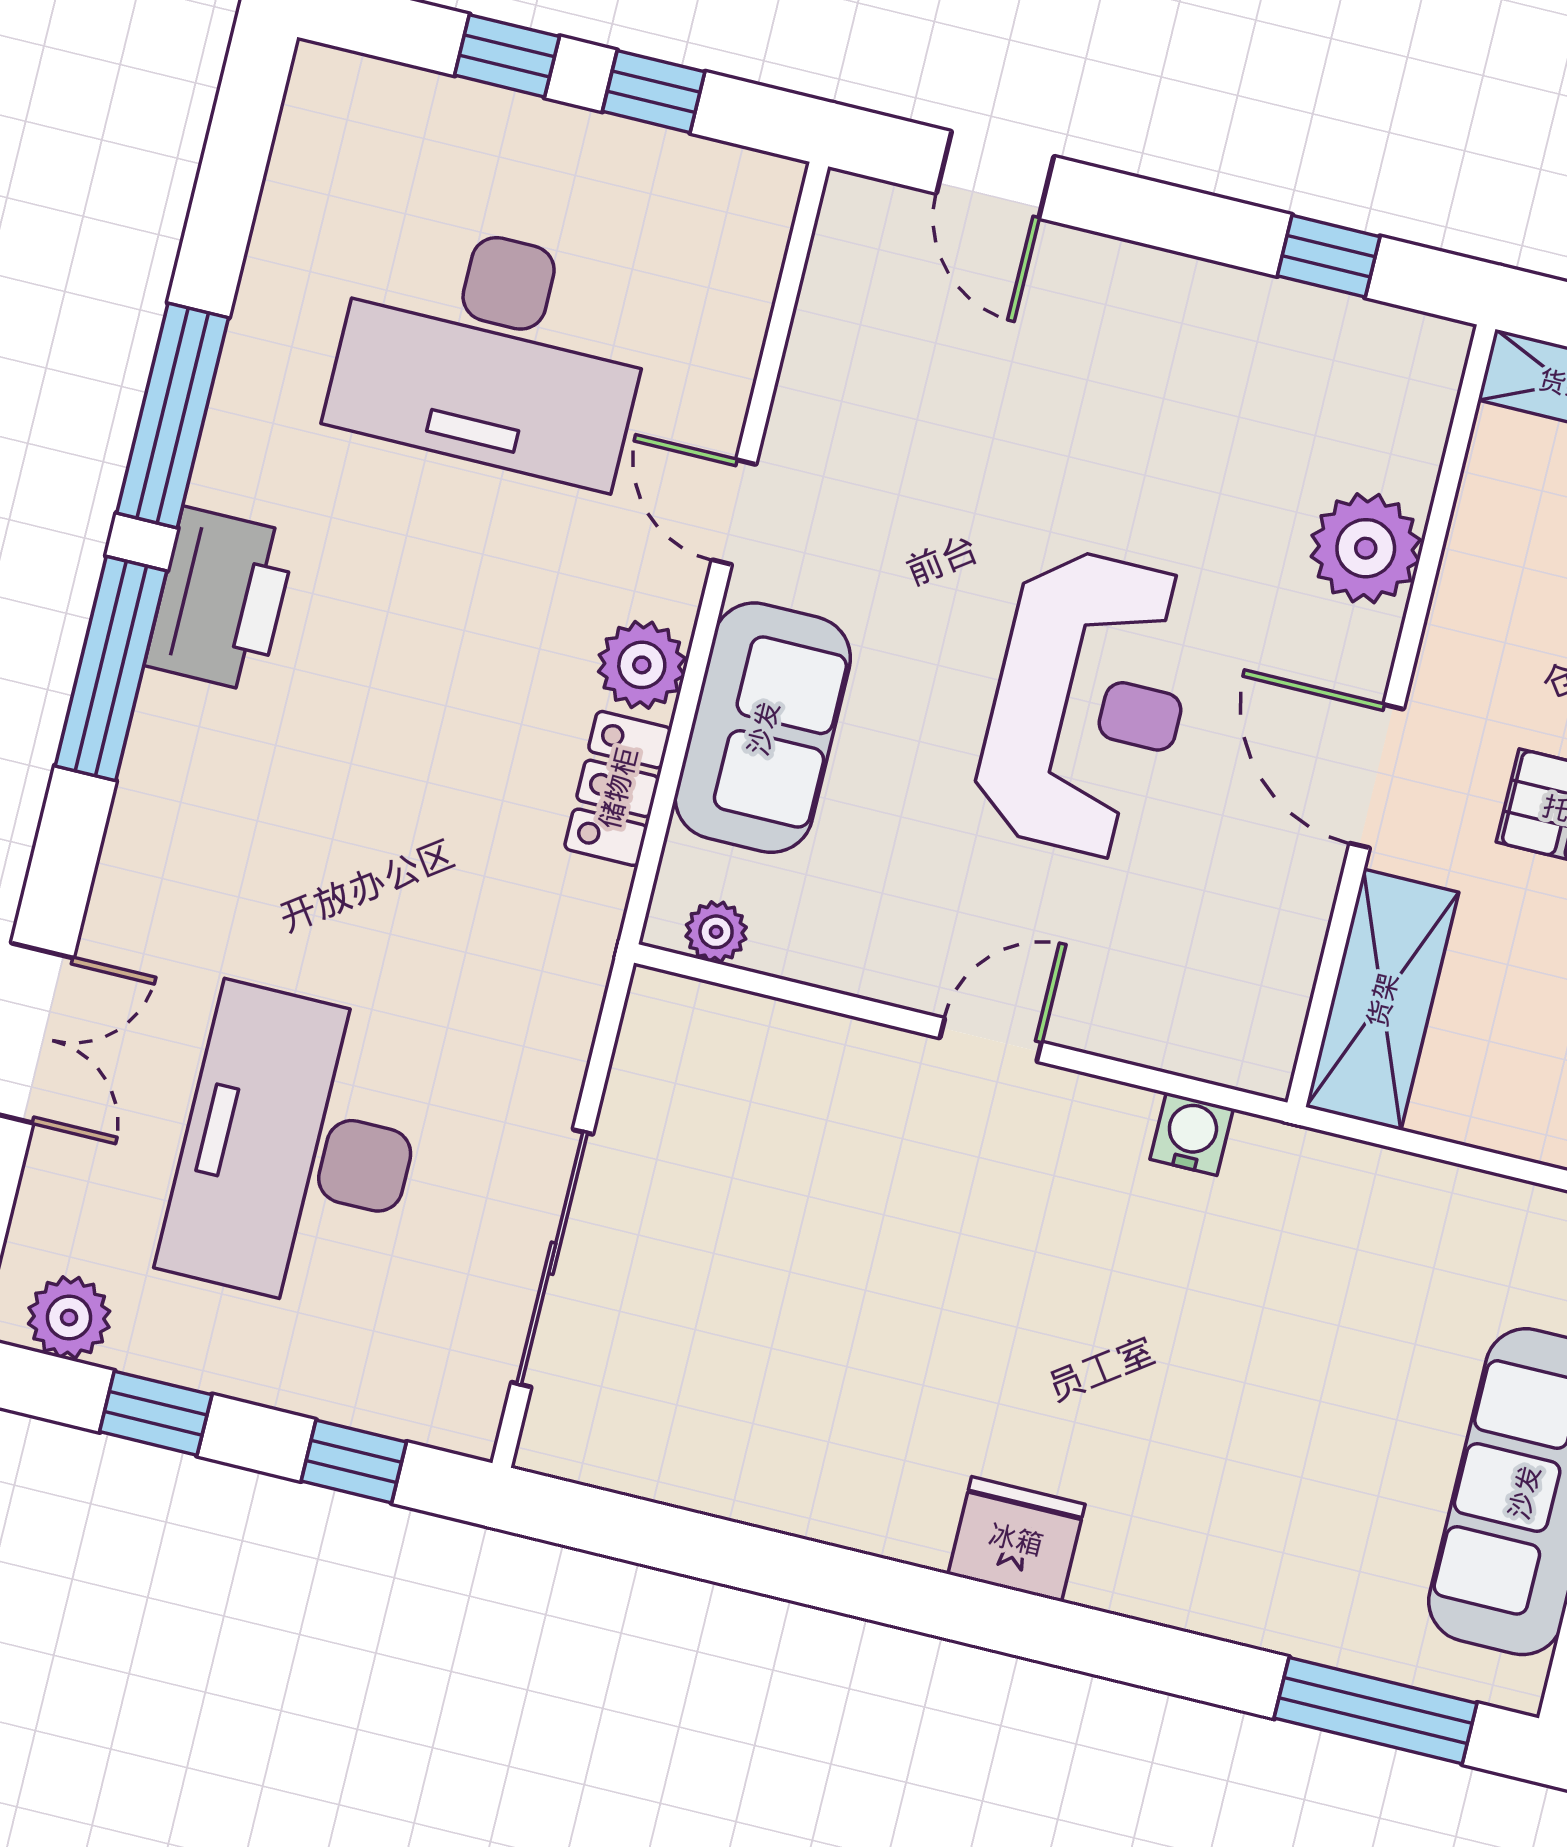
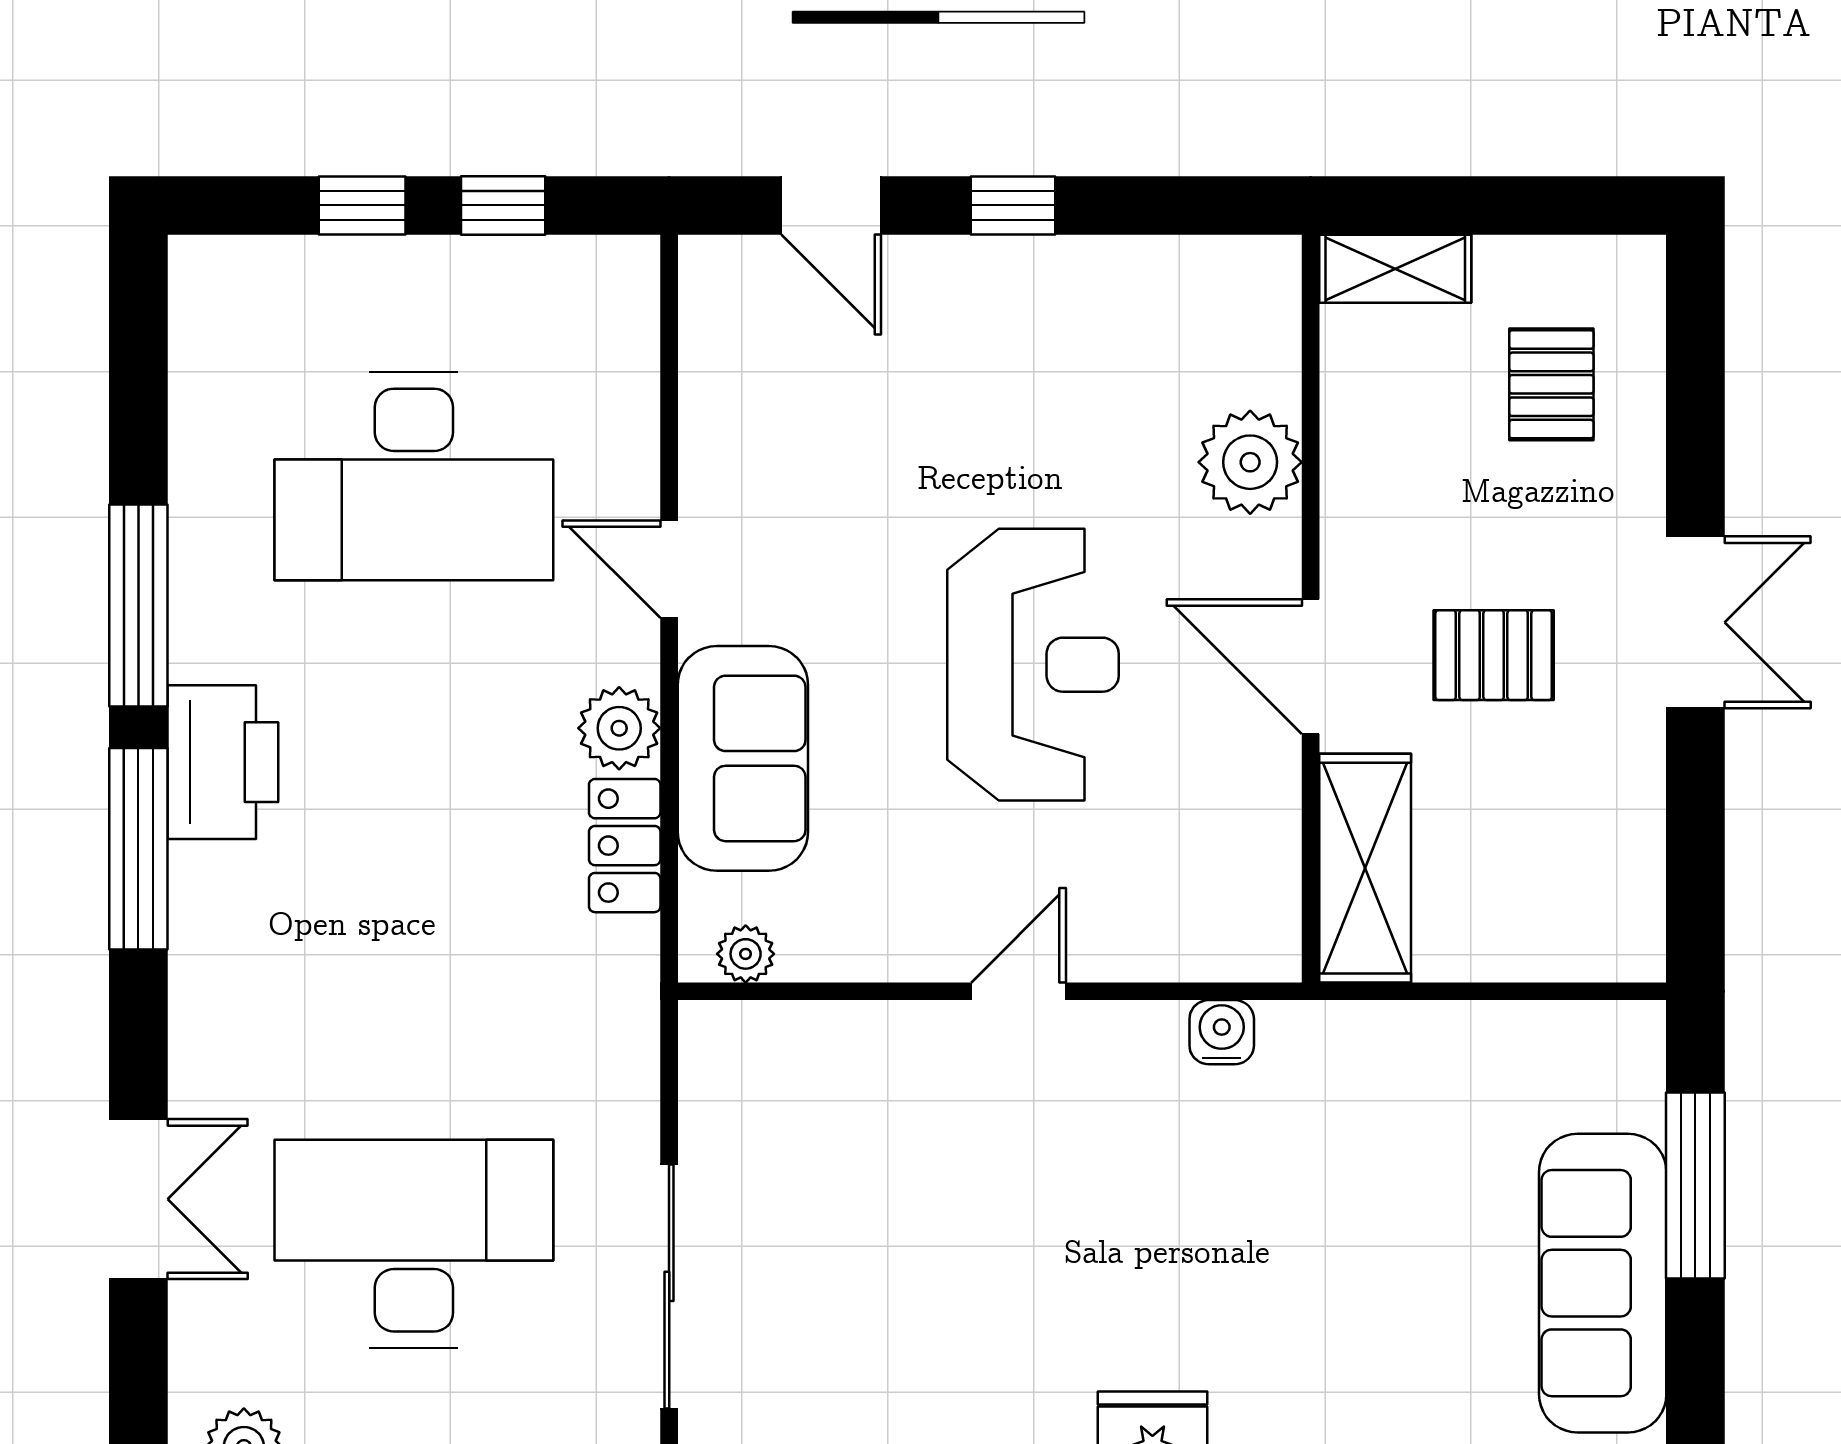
window: (1329, 256) -> (1013, 205), moved
desk: (297, 1149) -> (414, 1244), turned 90

